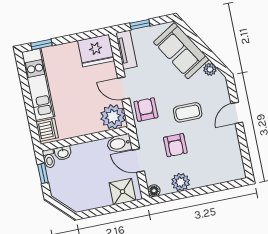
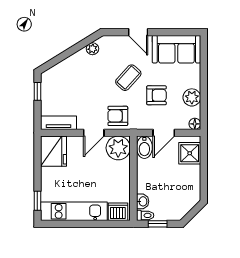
window: (140, 24) -> (37, 91), moved
sofa: (181, 51) -> (176, 49), moved, turned 32
coffee table: (188, 112) -> (128, 78), turned 42

